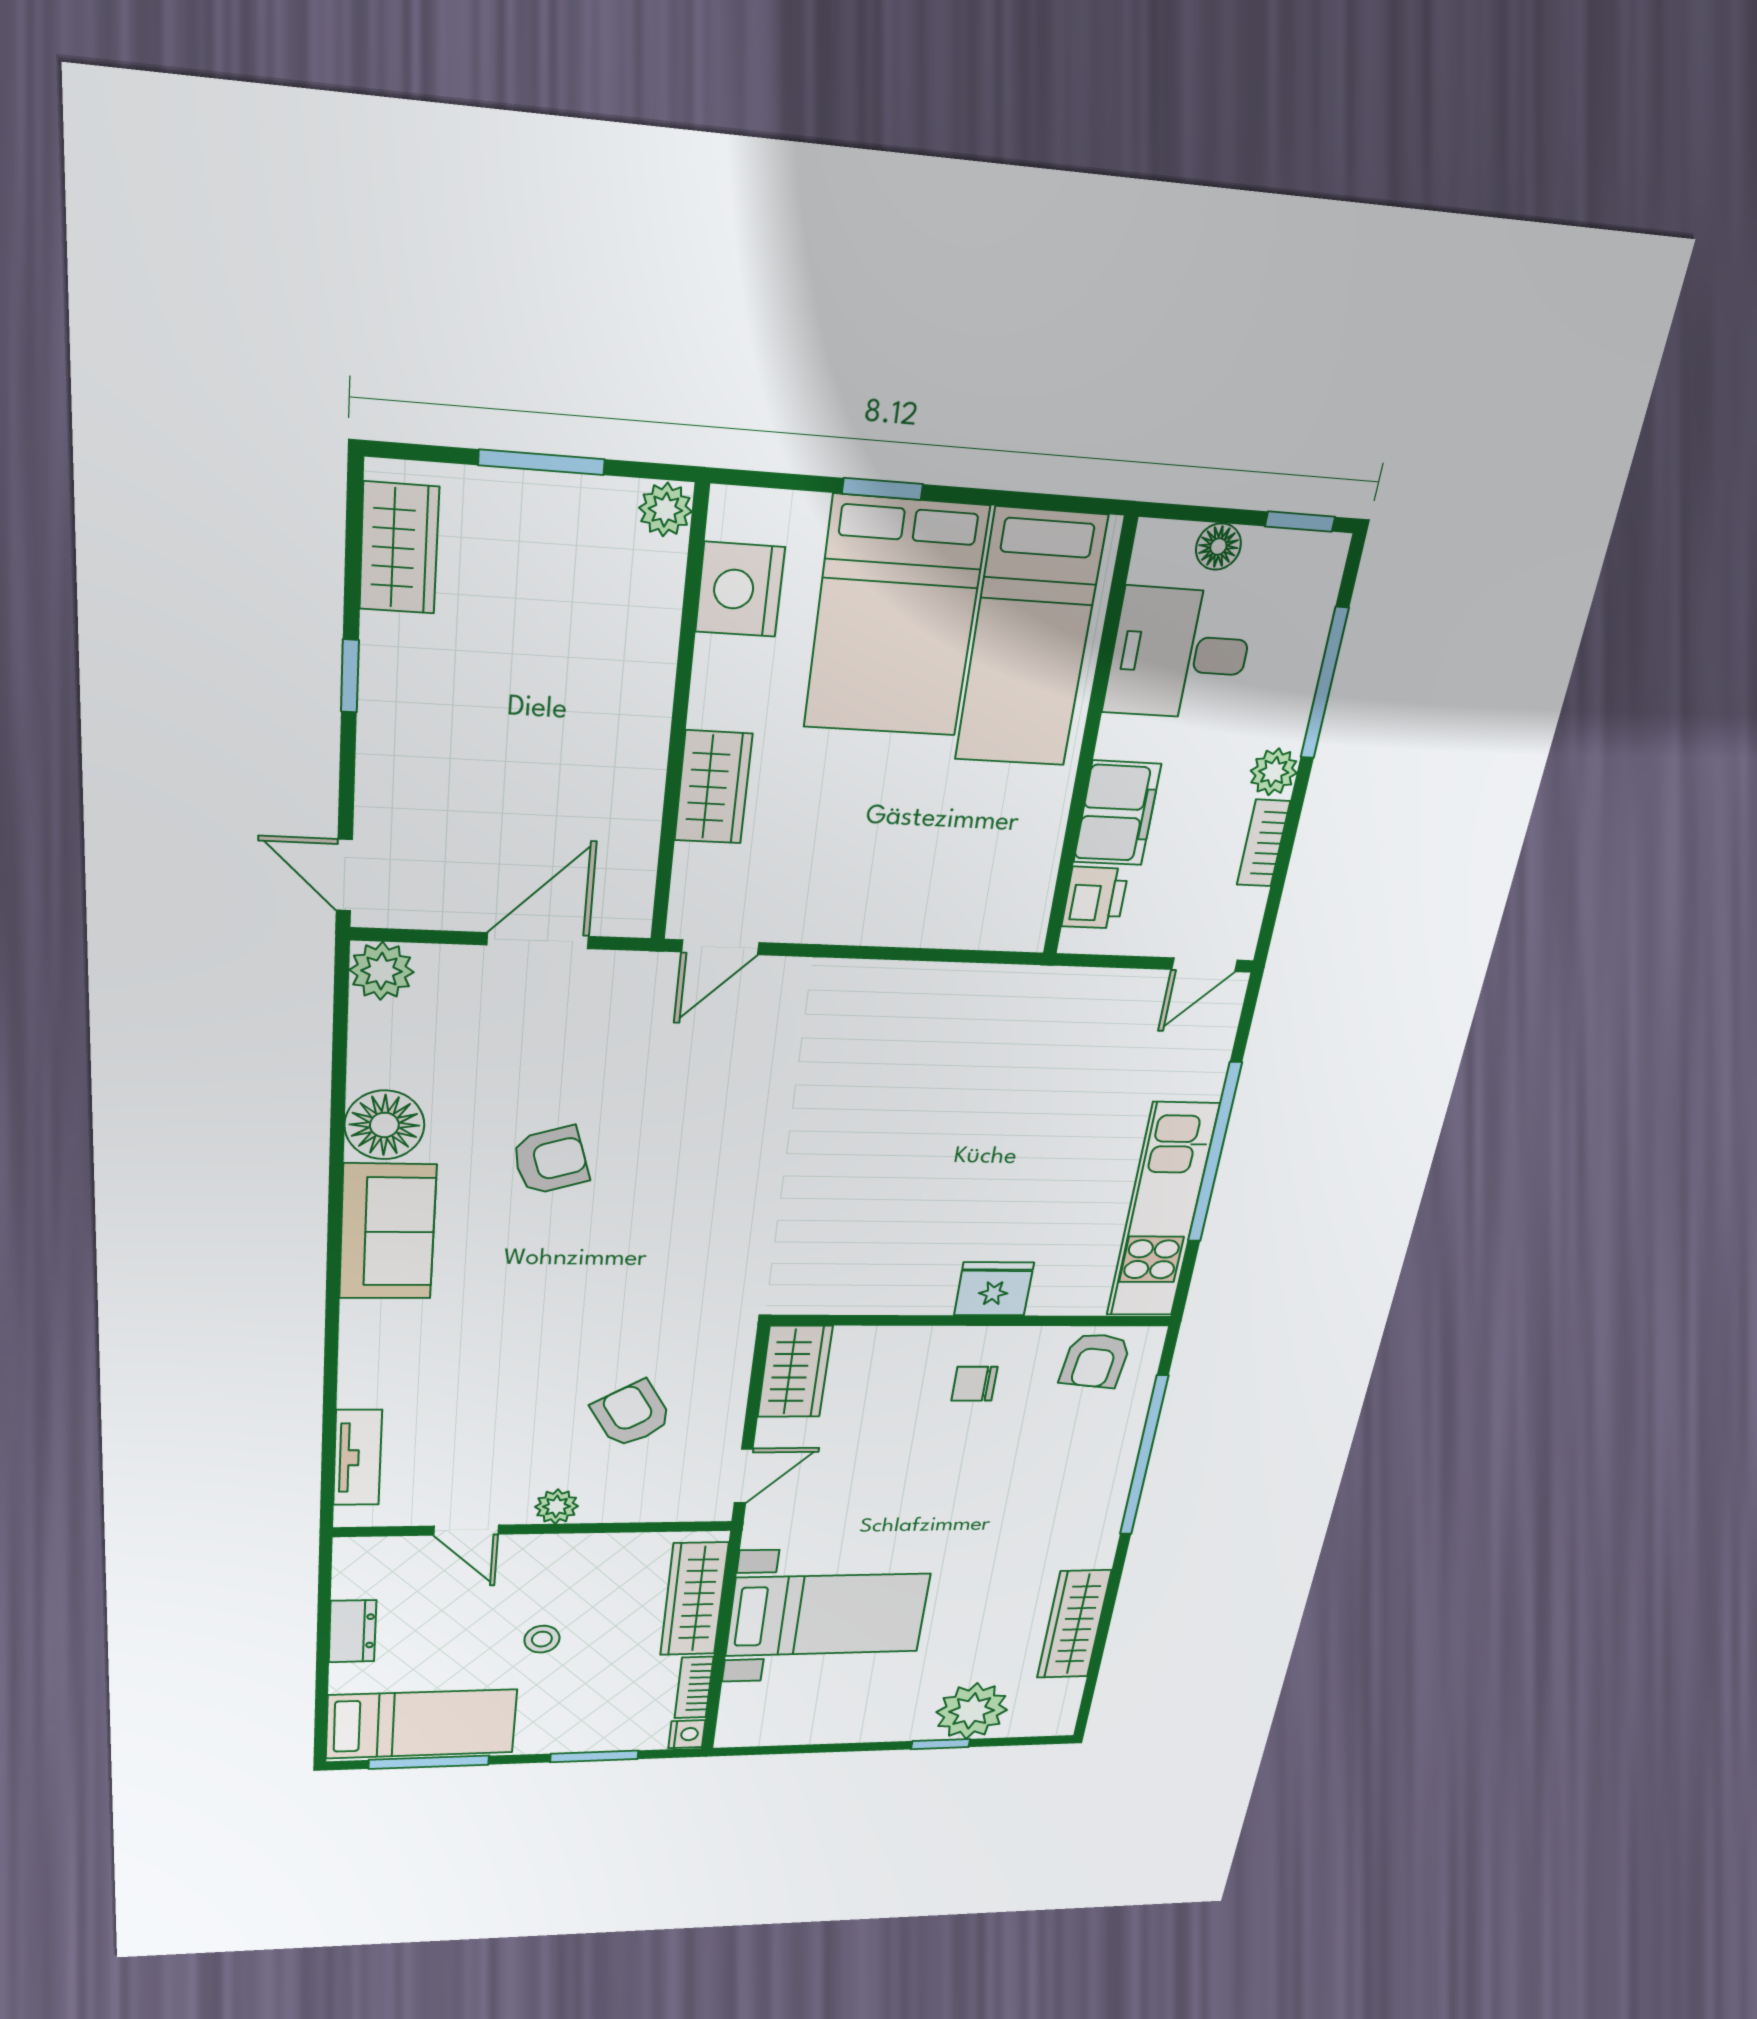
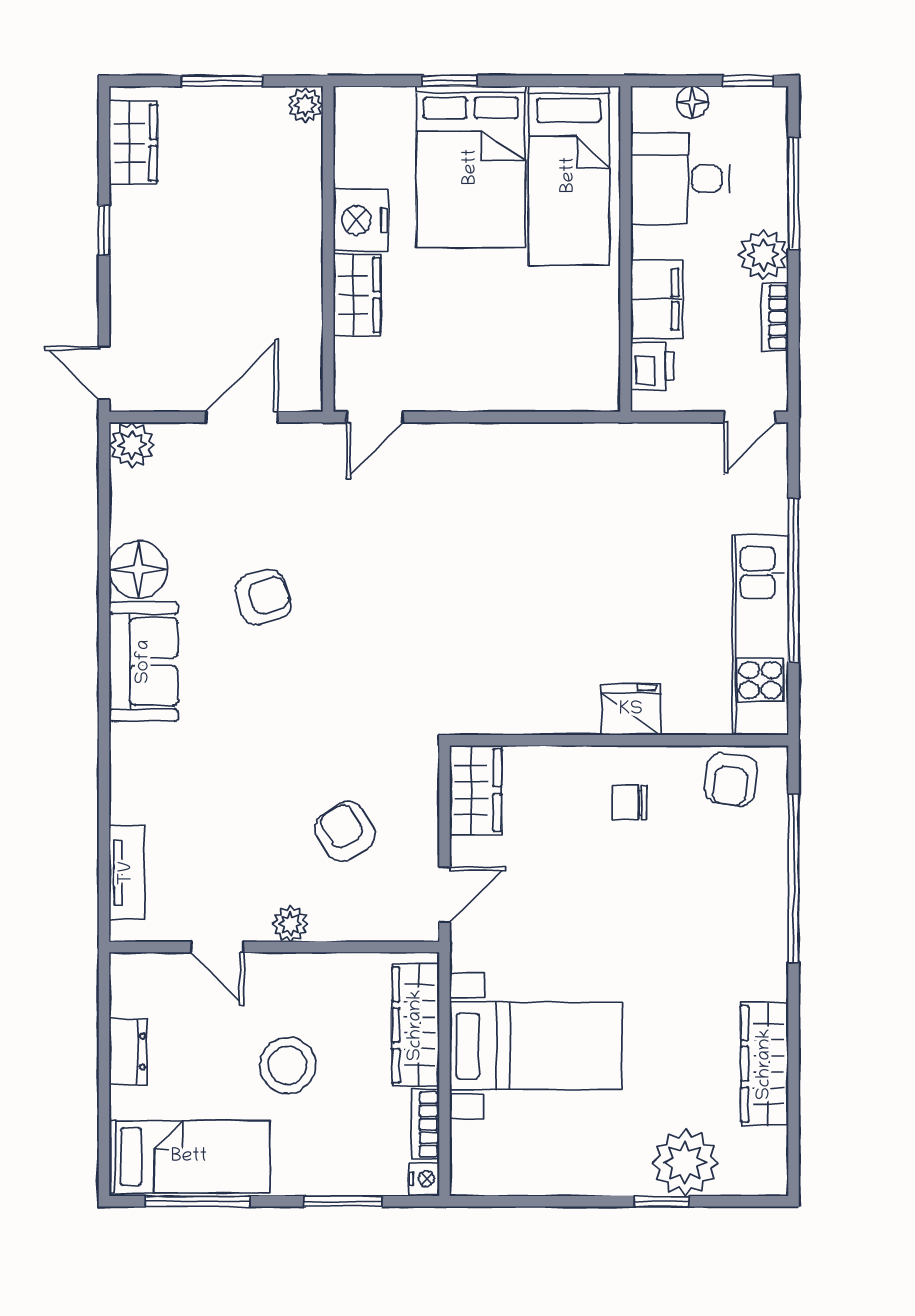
nightstand: (740, 590) -> (361, 220), moved
plant: (1274, 772) -> (763, 255), width x1.38, depth x1.38
stool: (542, 1639) -> (288, 1065), width x1.89, depth x1.89

